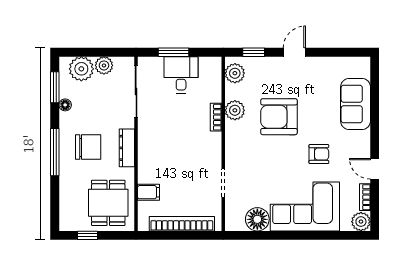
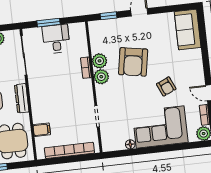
plant: (235, 73) -> (101, 77), moved
sofa: (356, 104) -> (188, 30), moved
armchair: (279, 117) -> (133, 62), turned -80
armchair: (319, 154) -> (166, 86), turned 66
floor lamp: (257, 219) -> (130, 144), width x0.53, depth x0.53

